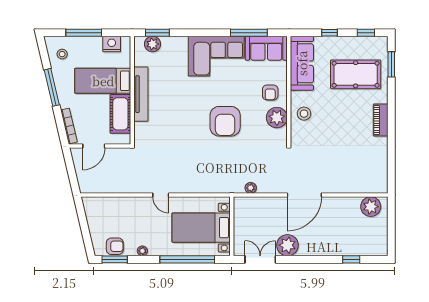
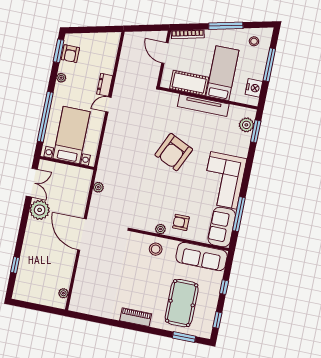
plant: (277, 118) -> (160, 229), width x0.53, depth x0.53
armchair: (225, 121) -> (174, 152), moved, turned -65
dresser: (141, 203) -> (105, 85), added
plant: (371, 207) -> (63, 293), width x0.53, depth x0.53

